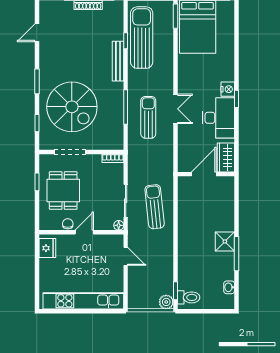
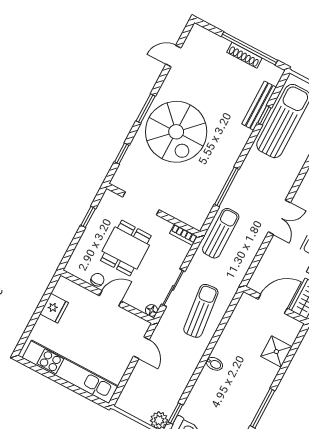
bench: (118, 61) -> (259, 106), moved
spiral stairs: (72, 107) -> (176, 132), moved
sun lounger: (148, 117) -> (221, 233), moved
dining table: (63, 191) -> (126, 248), moved
bidet: (185, 240) -> (214, 364), added
shower: (225, 241) -> (276, 352), moved
fridge: (47, 248) -> (54, 308), moved

